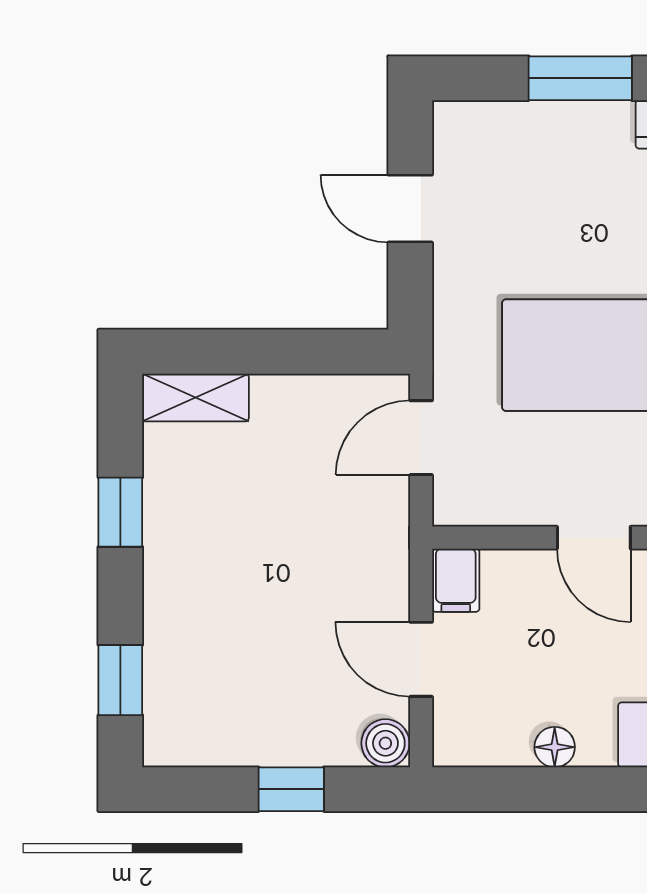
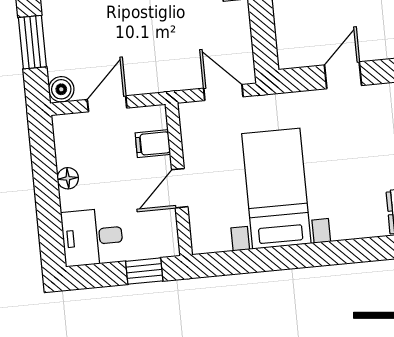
filing cabinet: (456, 580) -> (153, 144), moved
window: (291, 789) -> (32, 42), width x1.50

